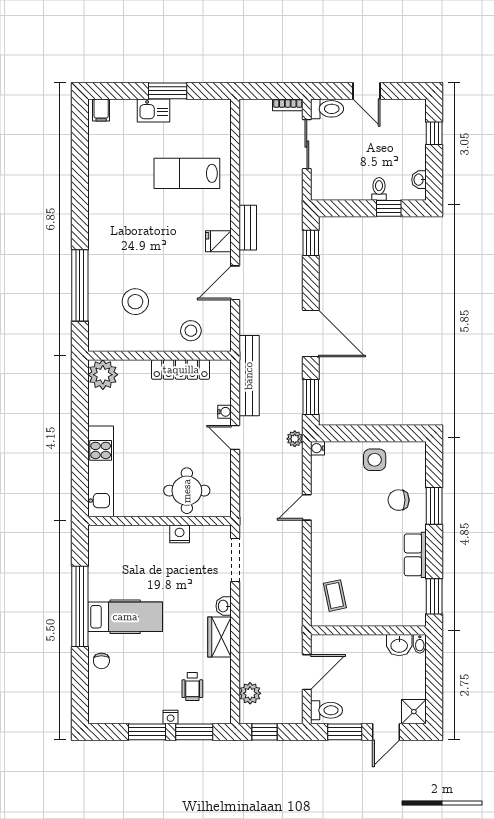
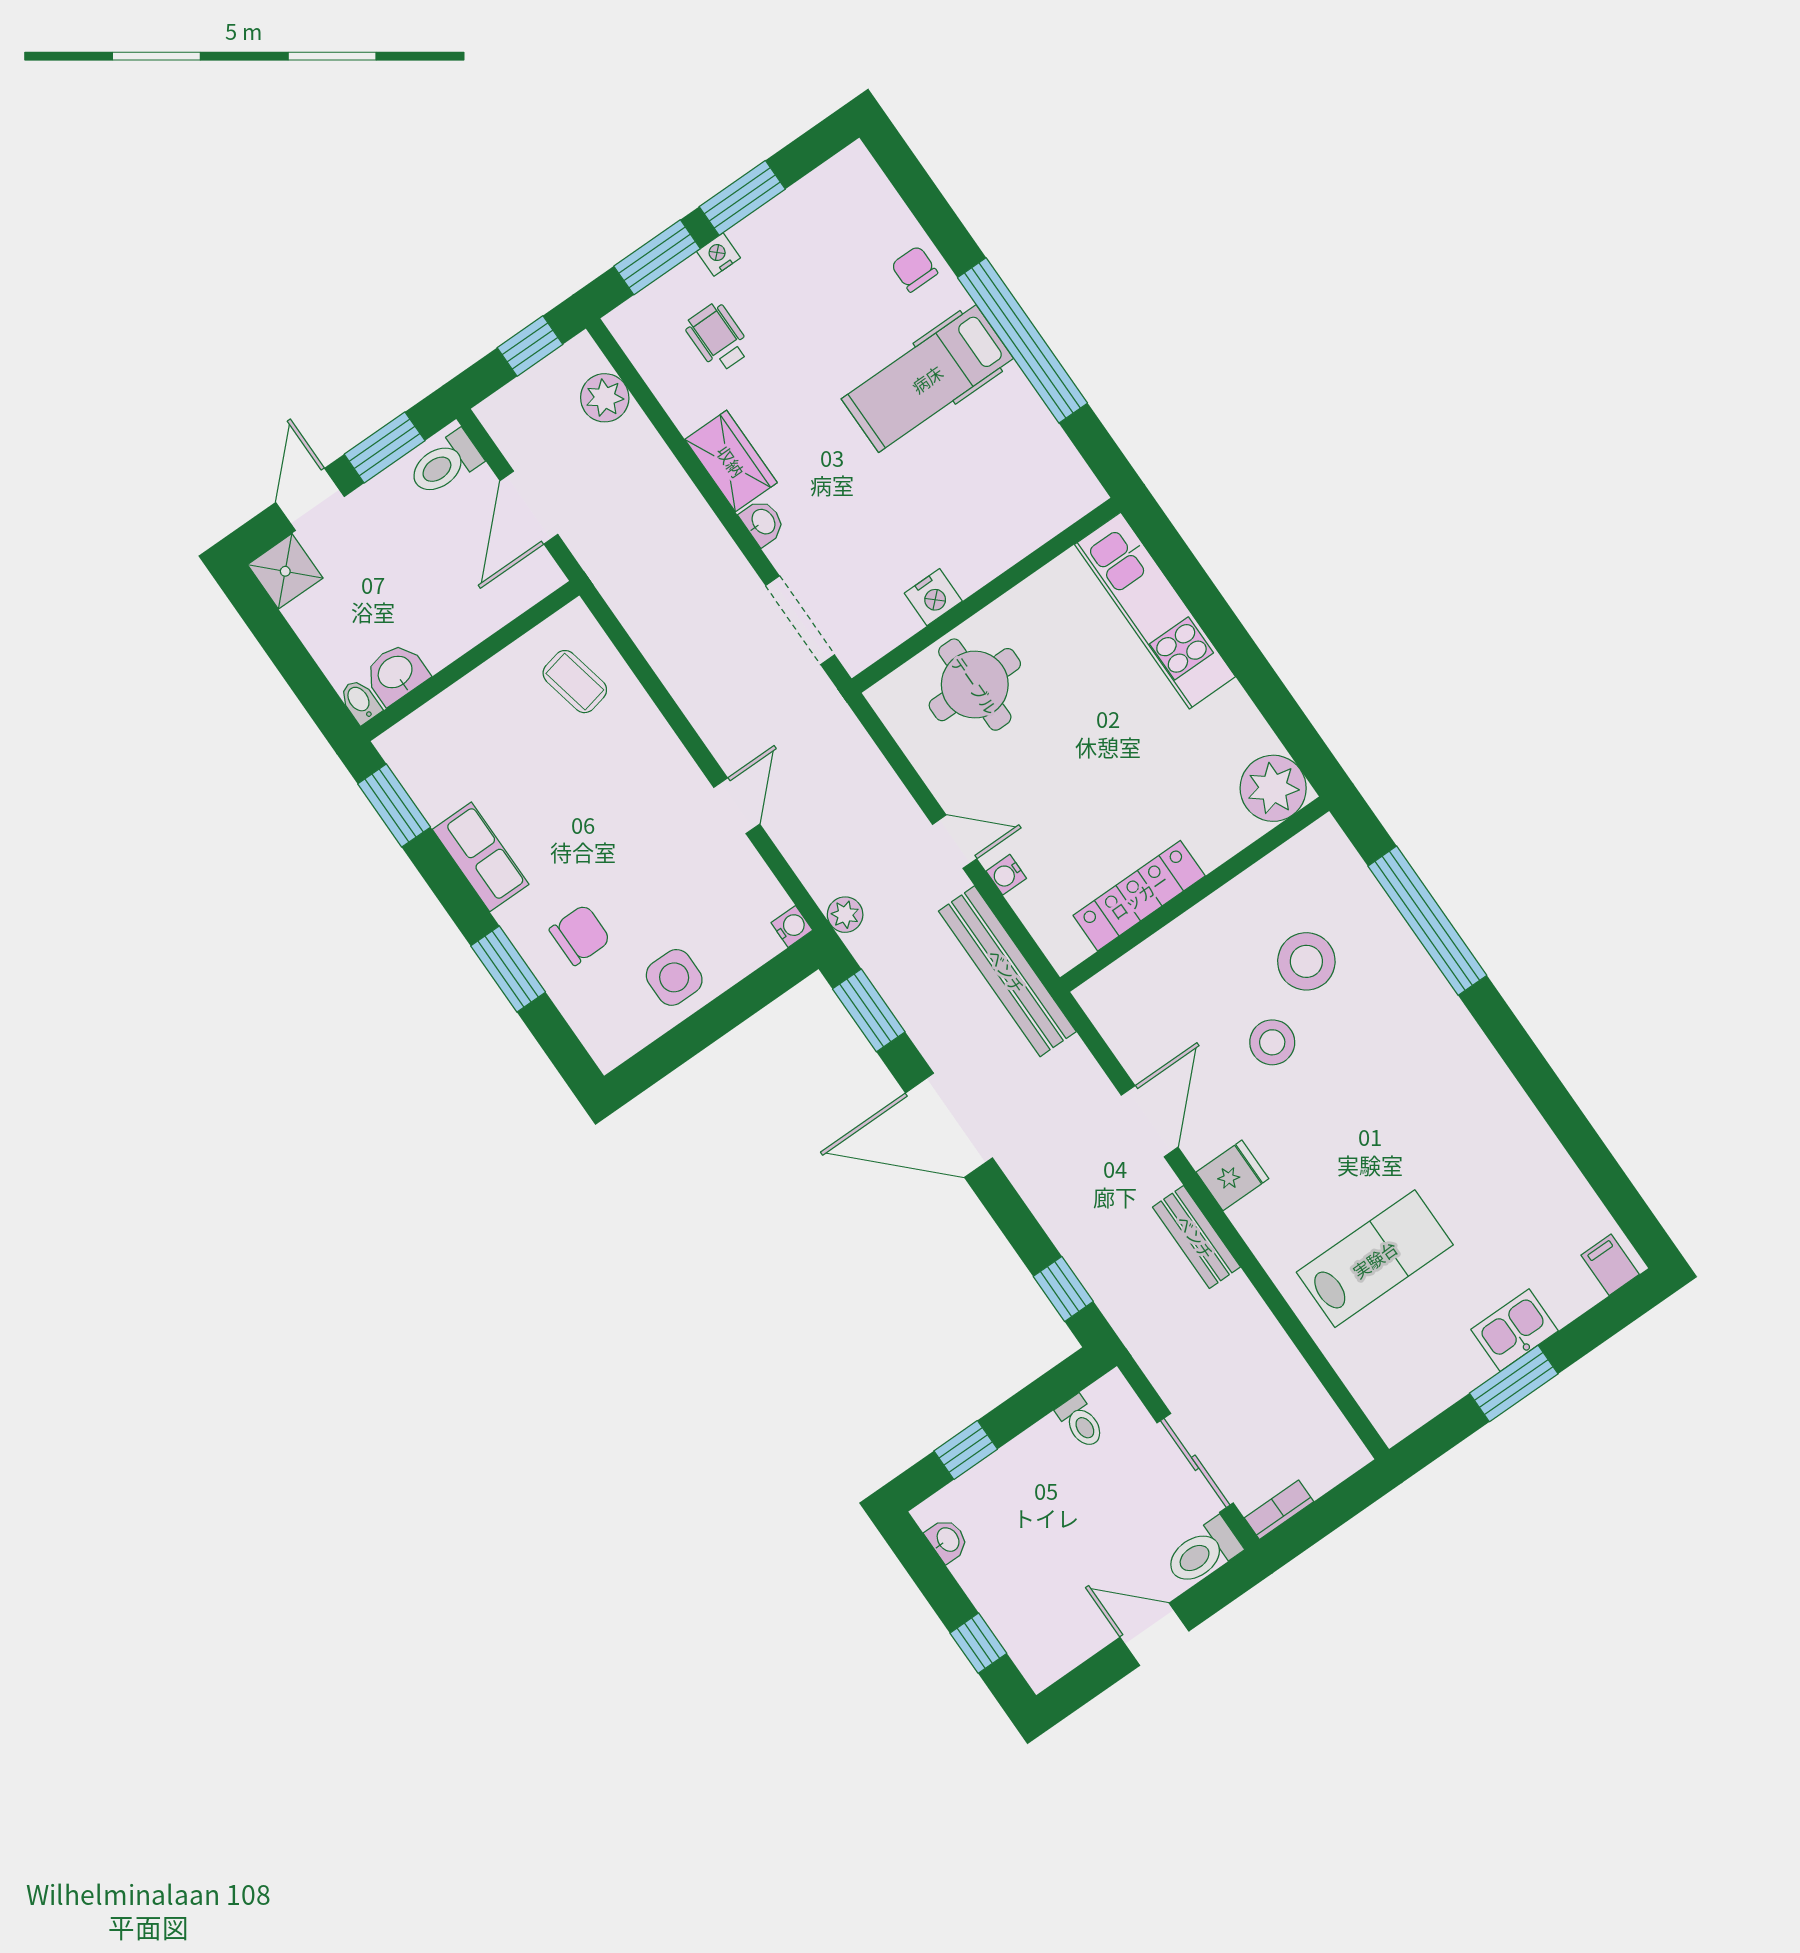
toilet: (379, 189) -> (1081, 1422), moved
stool: (191, 331) -> (1272, 1042), moved

